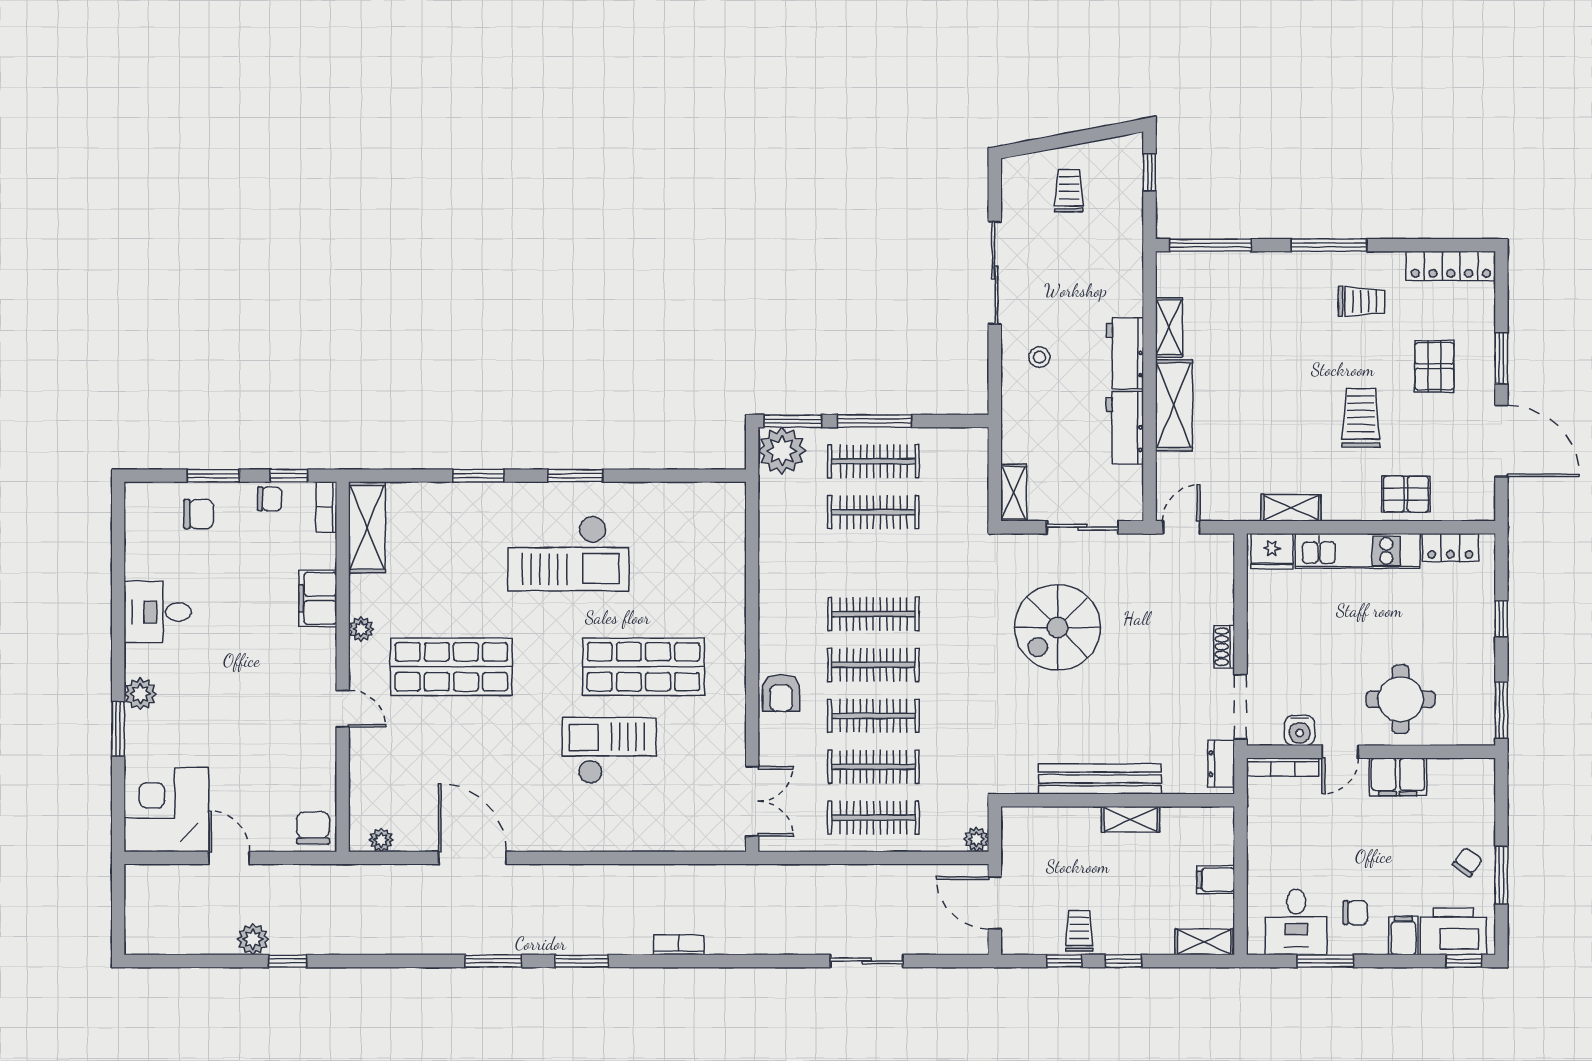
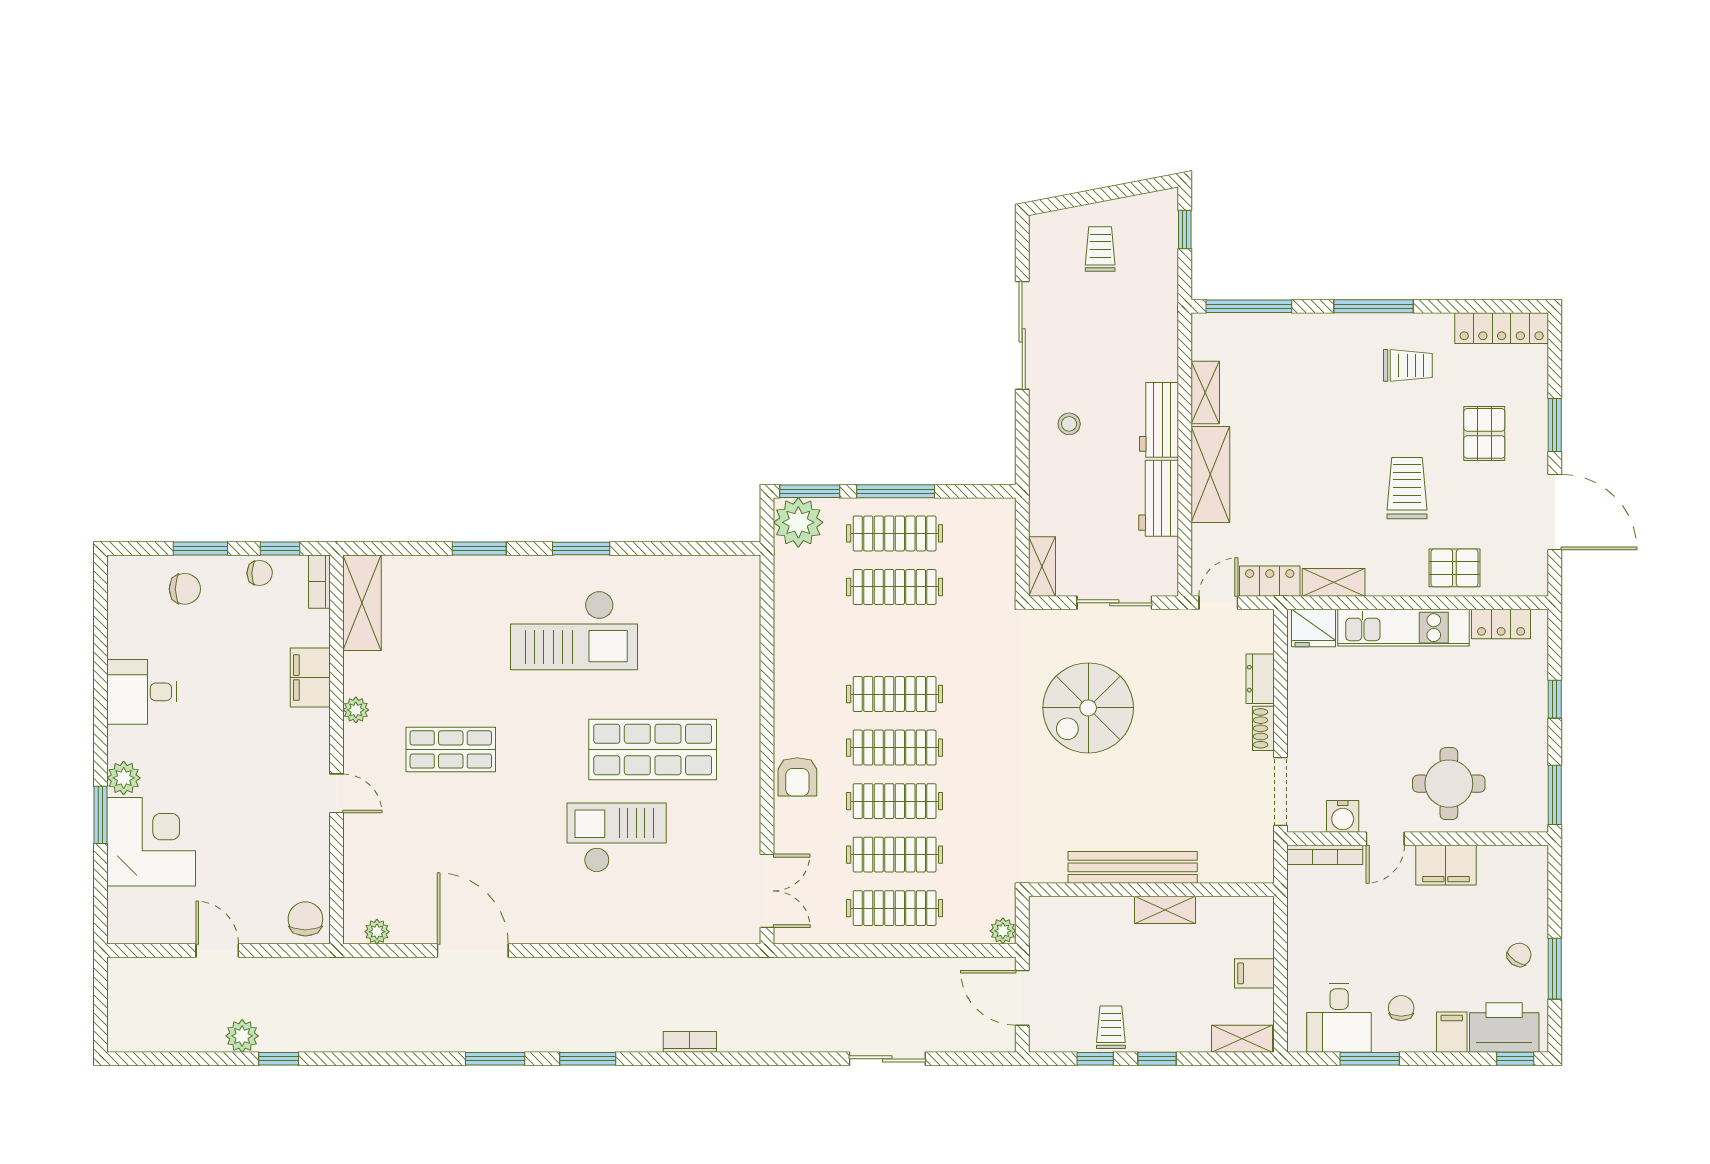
locker: (1230, 507) -> (1270, 581), added
shop shelf: (451, 667) -> (451, 749), width x0.70, depth x0.74
dresser: (1221, 764) -> (1260, 679), moved
corner desk: (166, 810) -> (151, 842), moved, turned 90
chair: (1355, 913) -> (1401, 1008), turned -90

